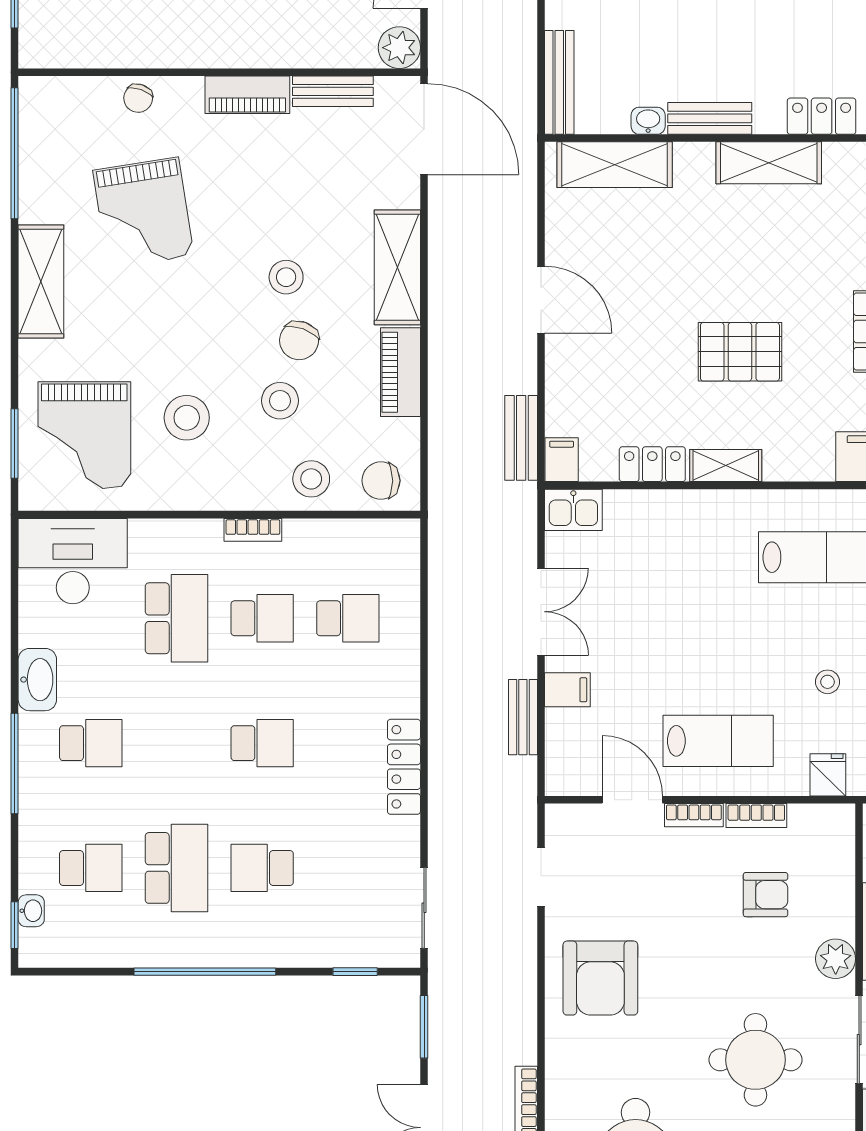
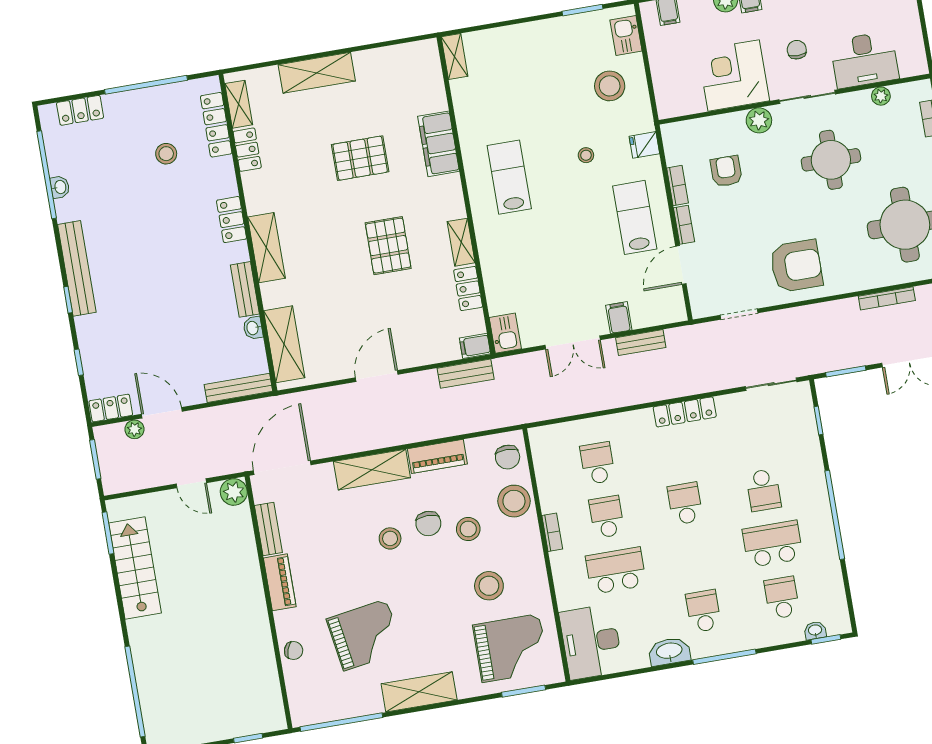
chair: (299, 340) -> (428, 523), turned 70
stool: (311, 479) -> (514, 501), width x1.38, depth x1.38
double door: (541, 612) -> (573, 343), swing flipped

